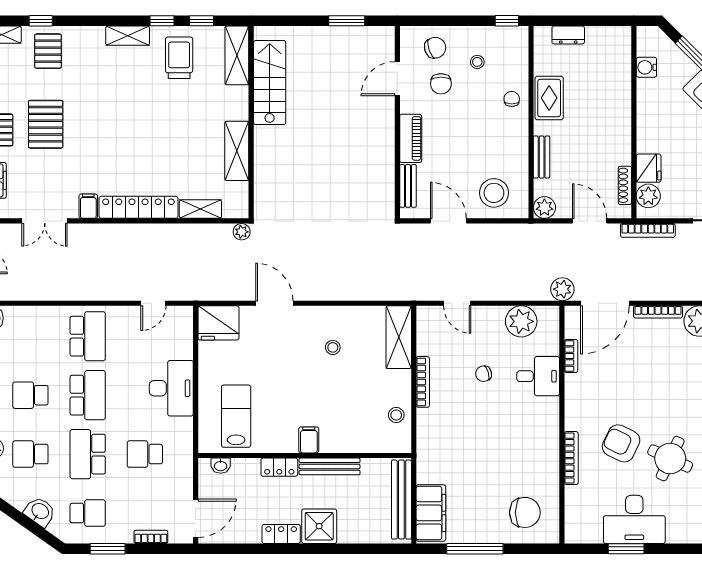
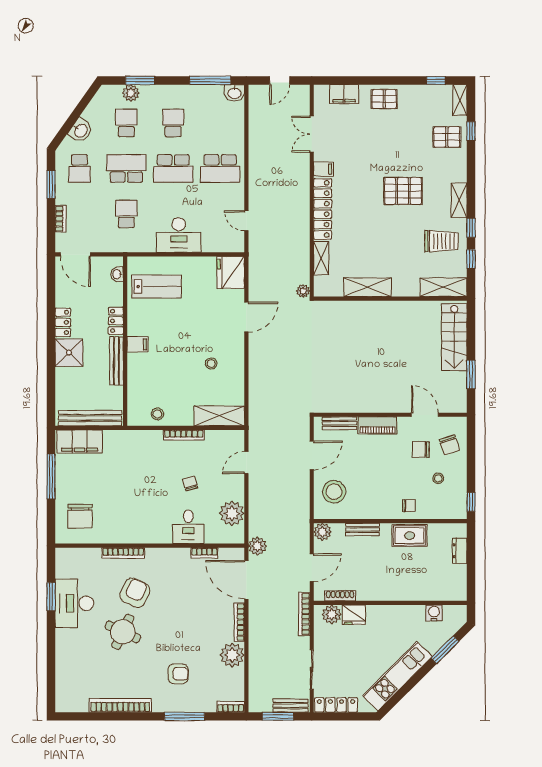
stairs: (270, 83) -> (454, 337), moved, turned 90
pallet: (46, 124) -> (403, 191), moved

